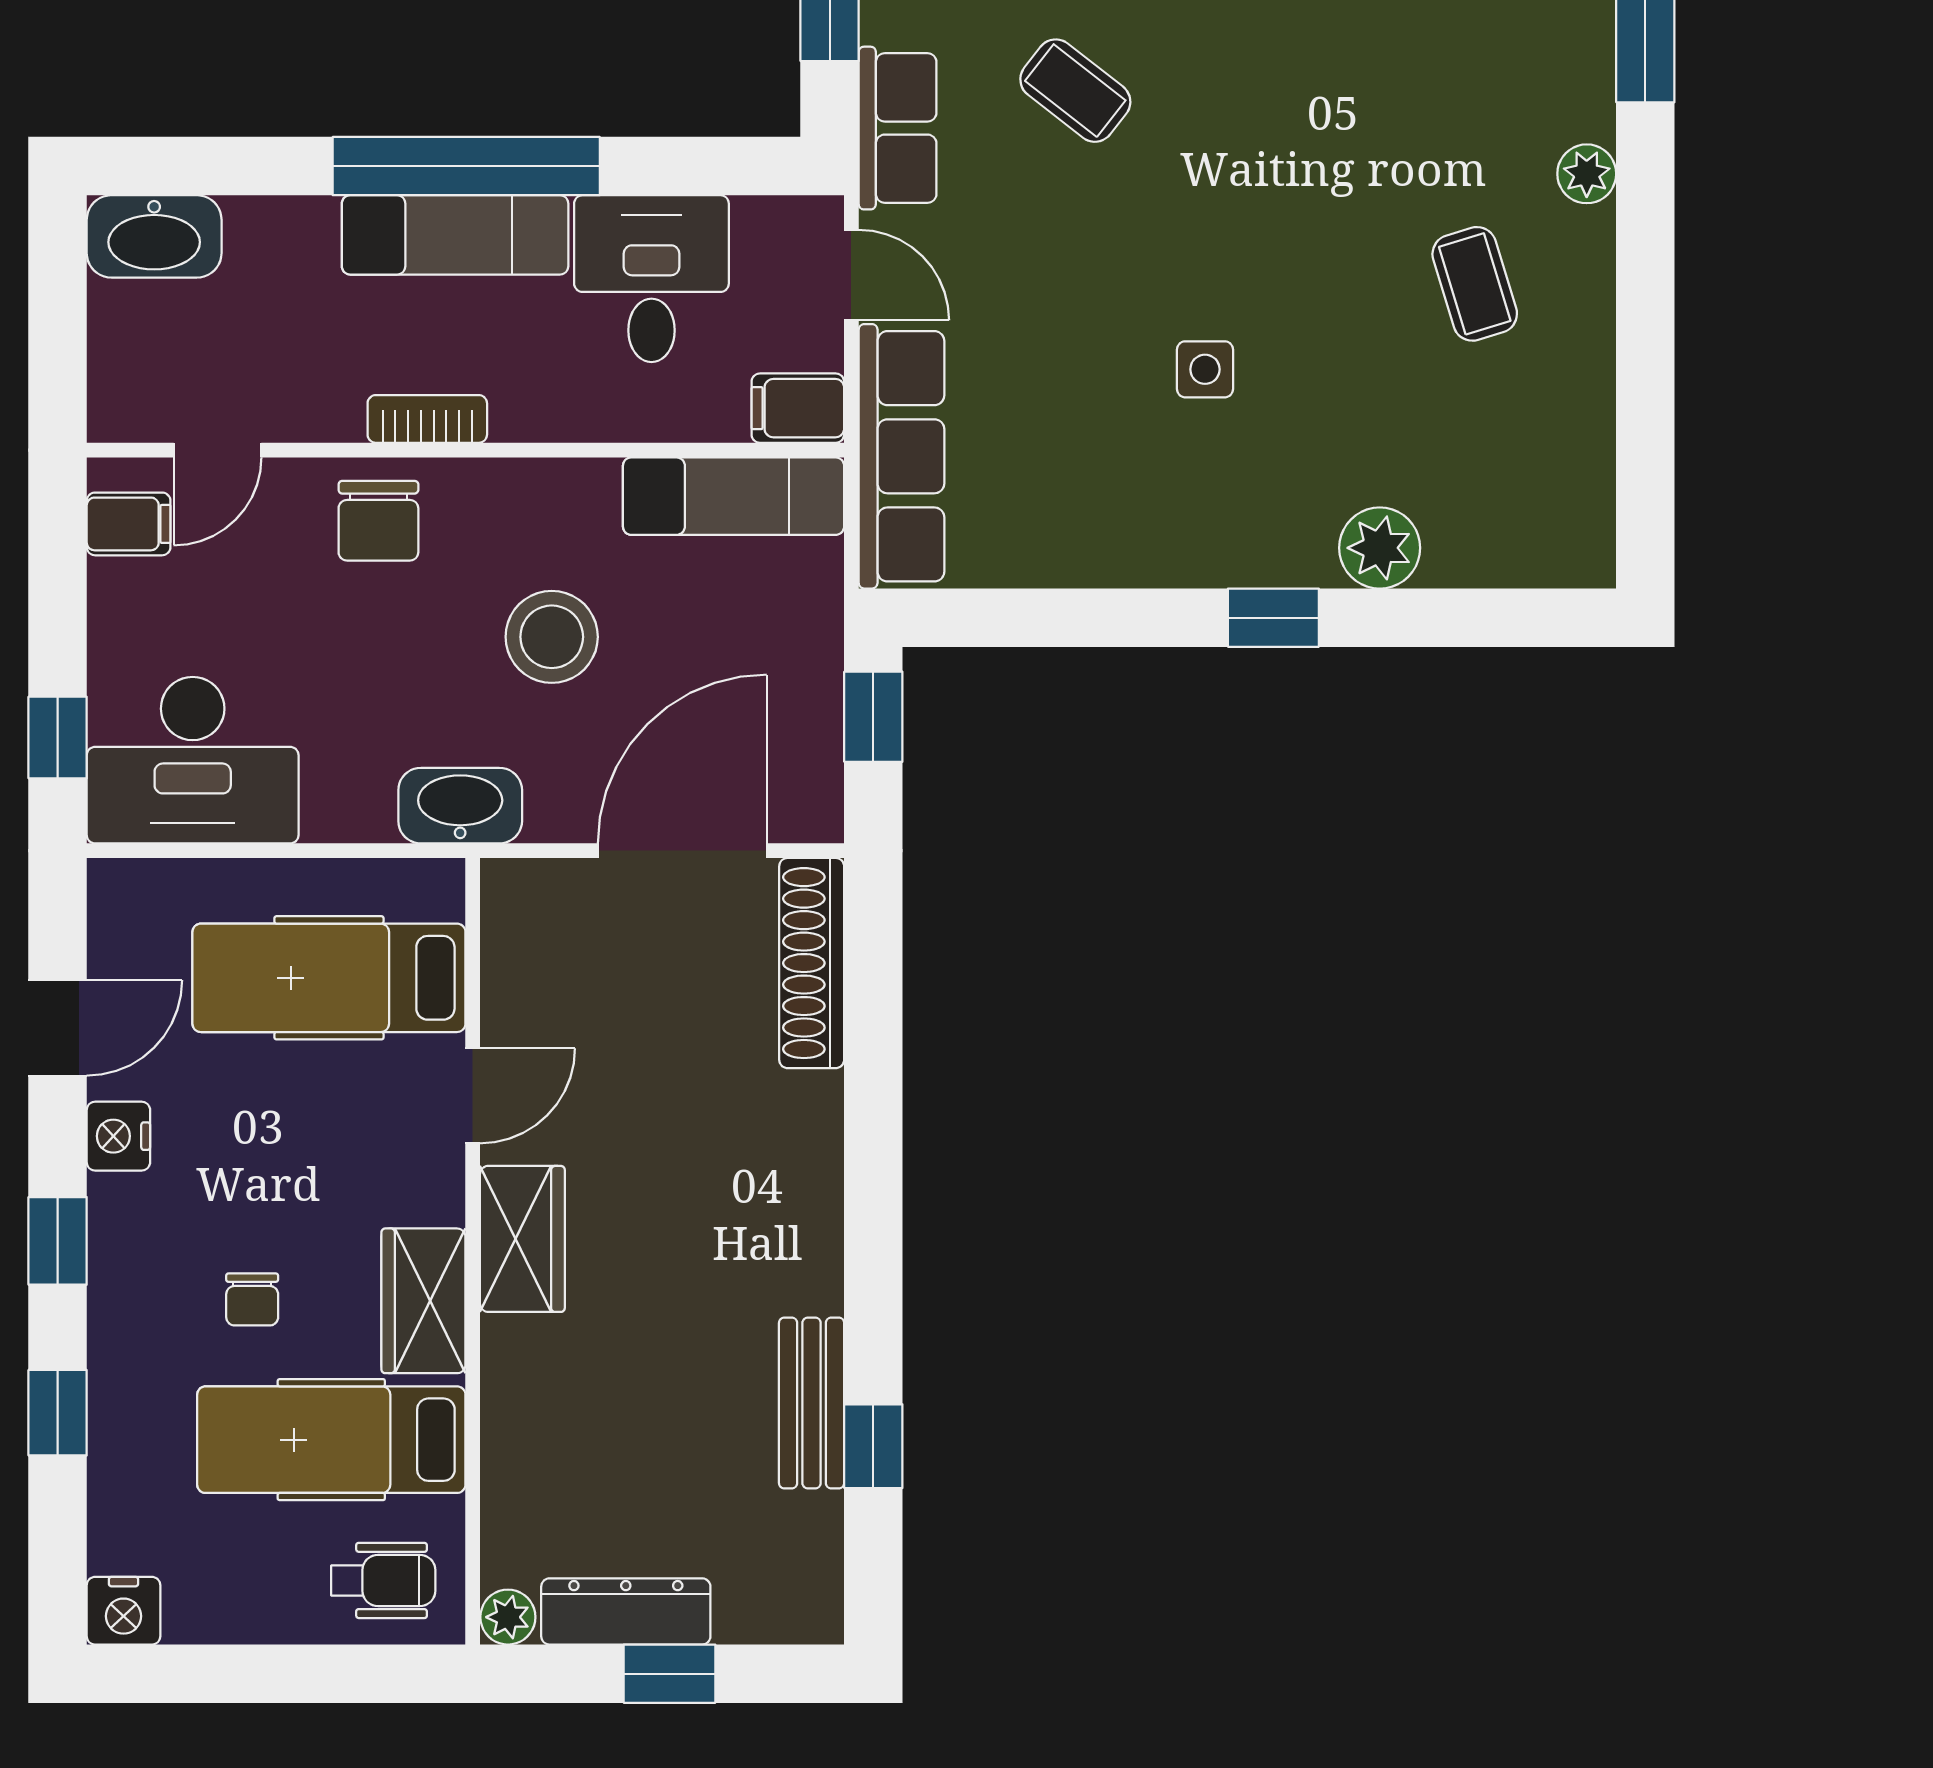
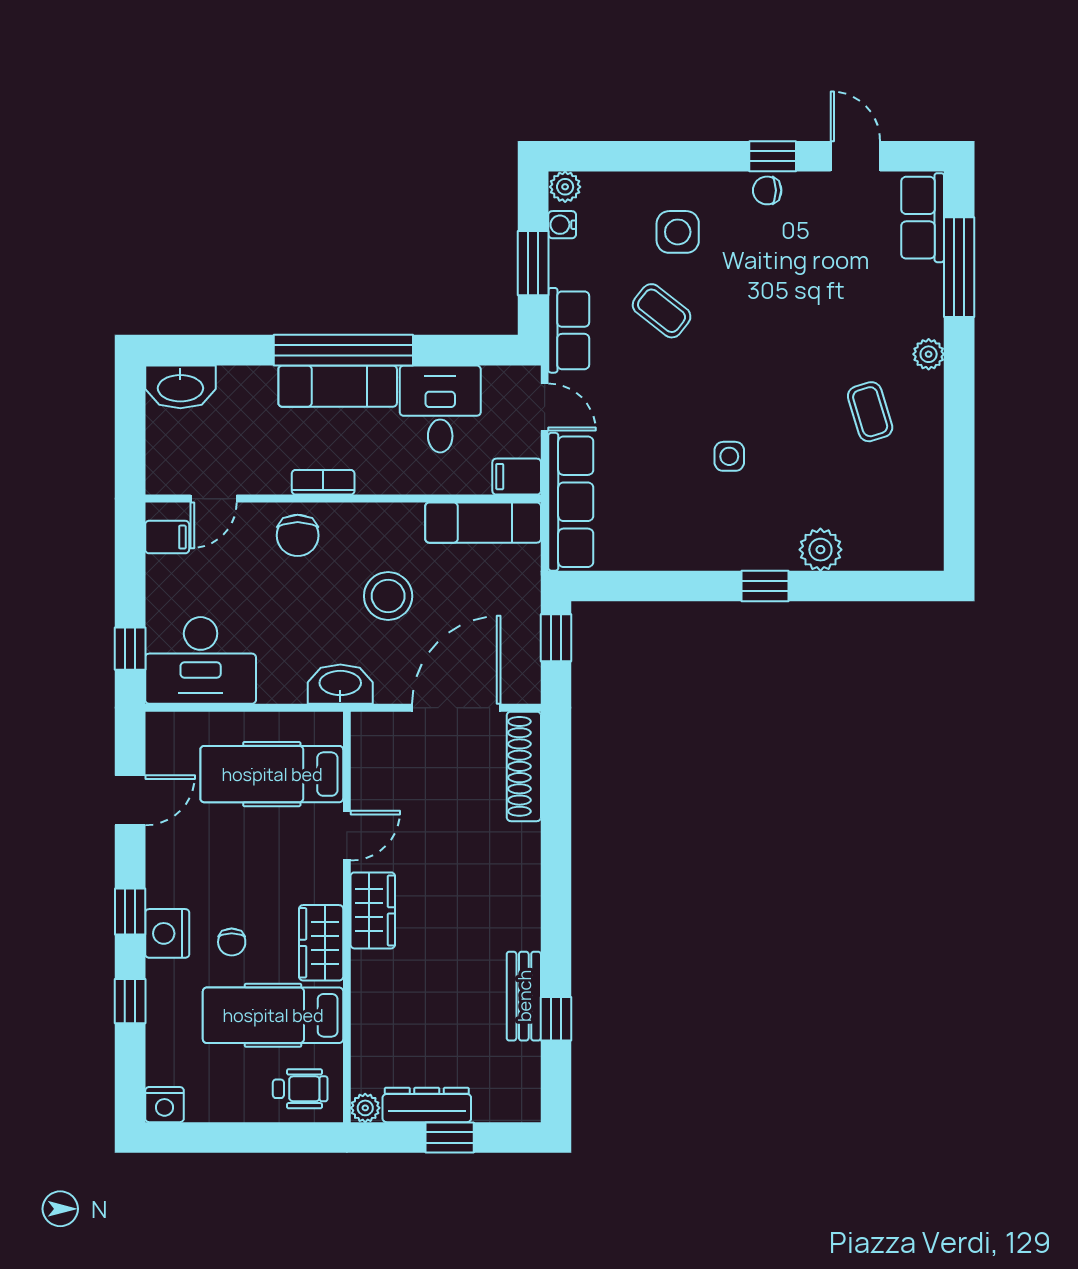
nightstand: (118, 1136) -> (167, 933), moved, width x1.36, depth x1.33

